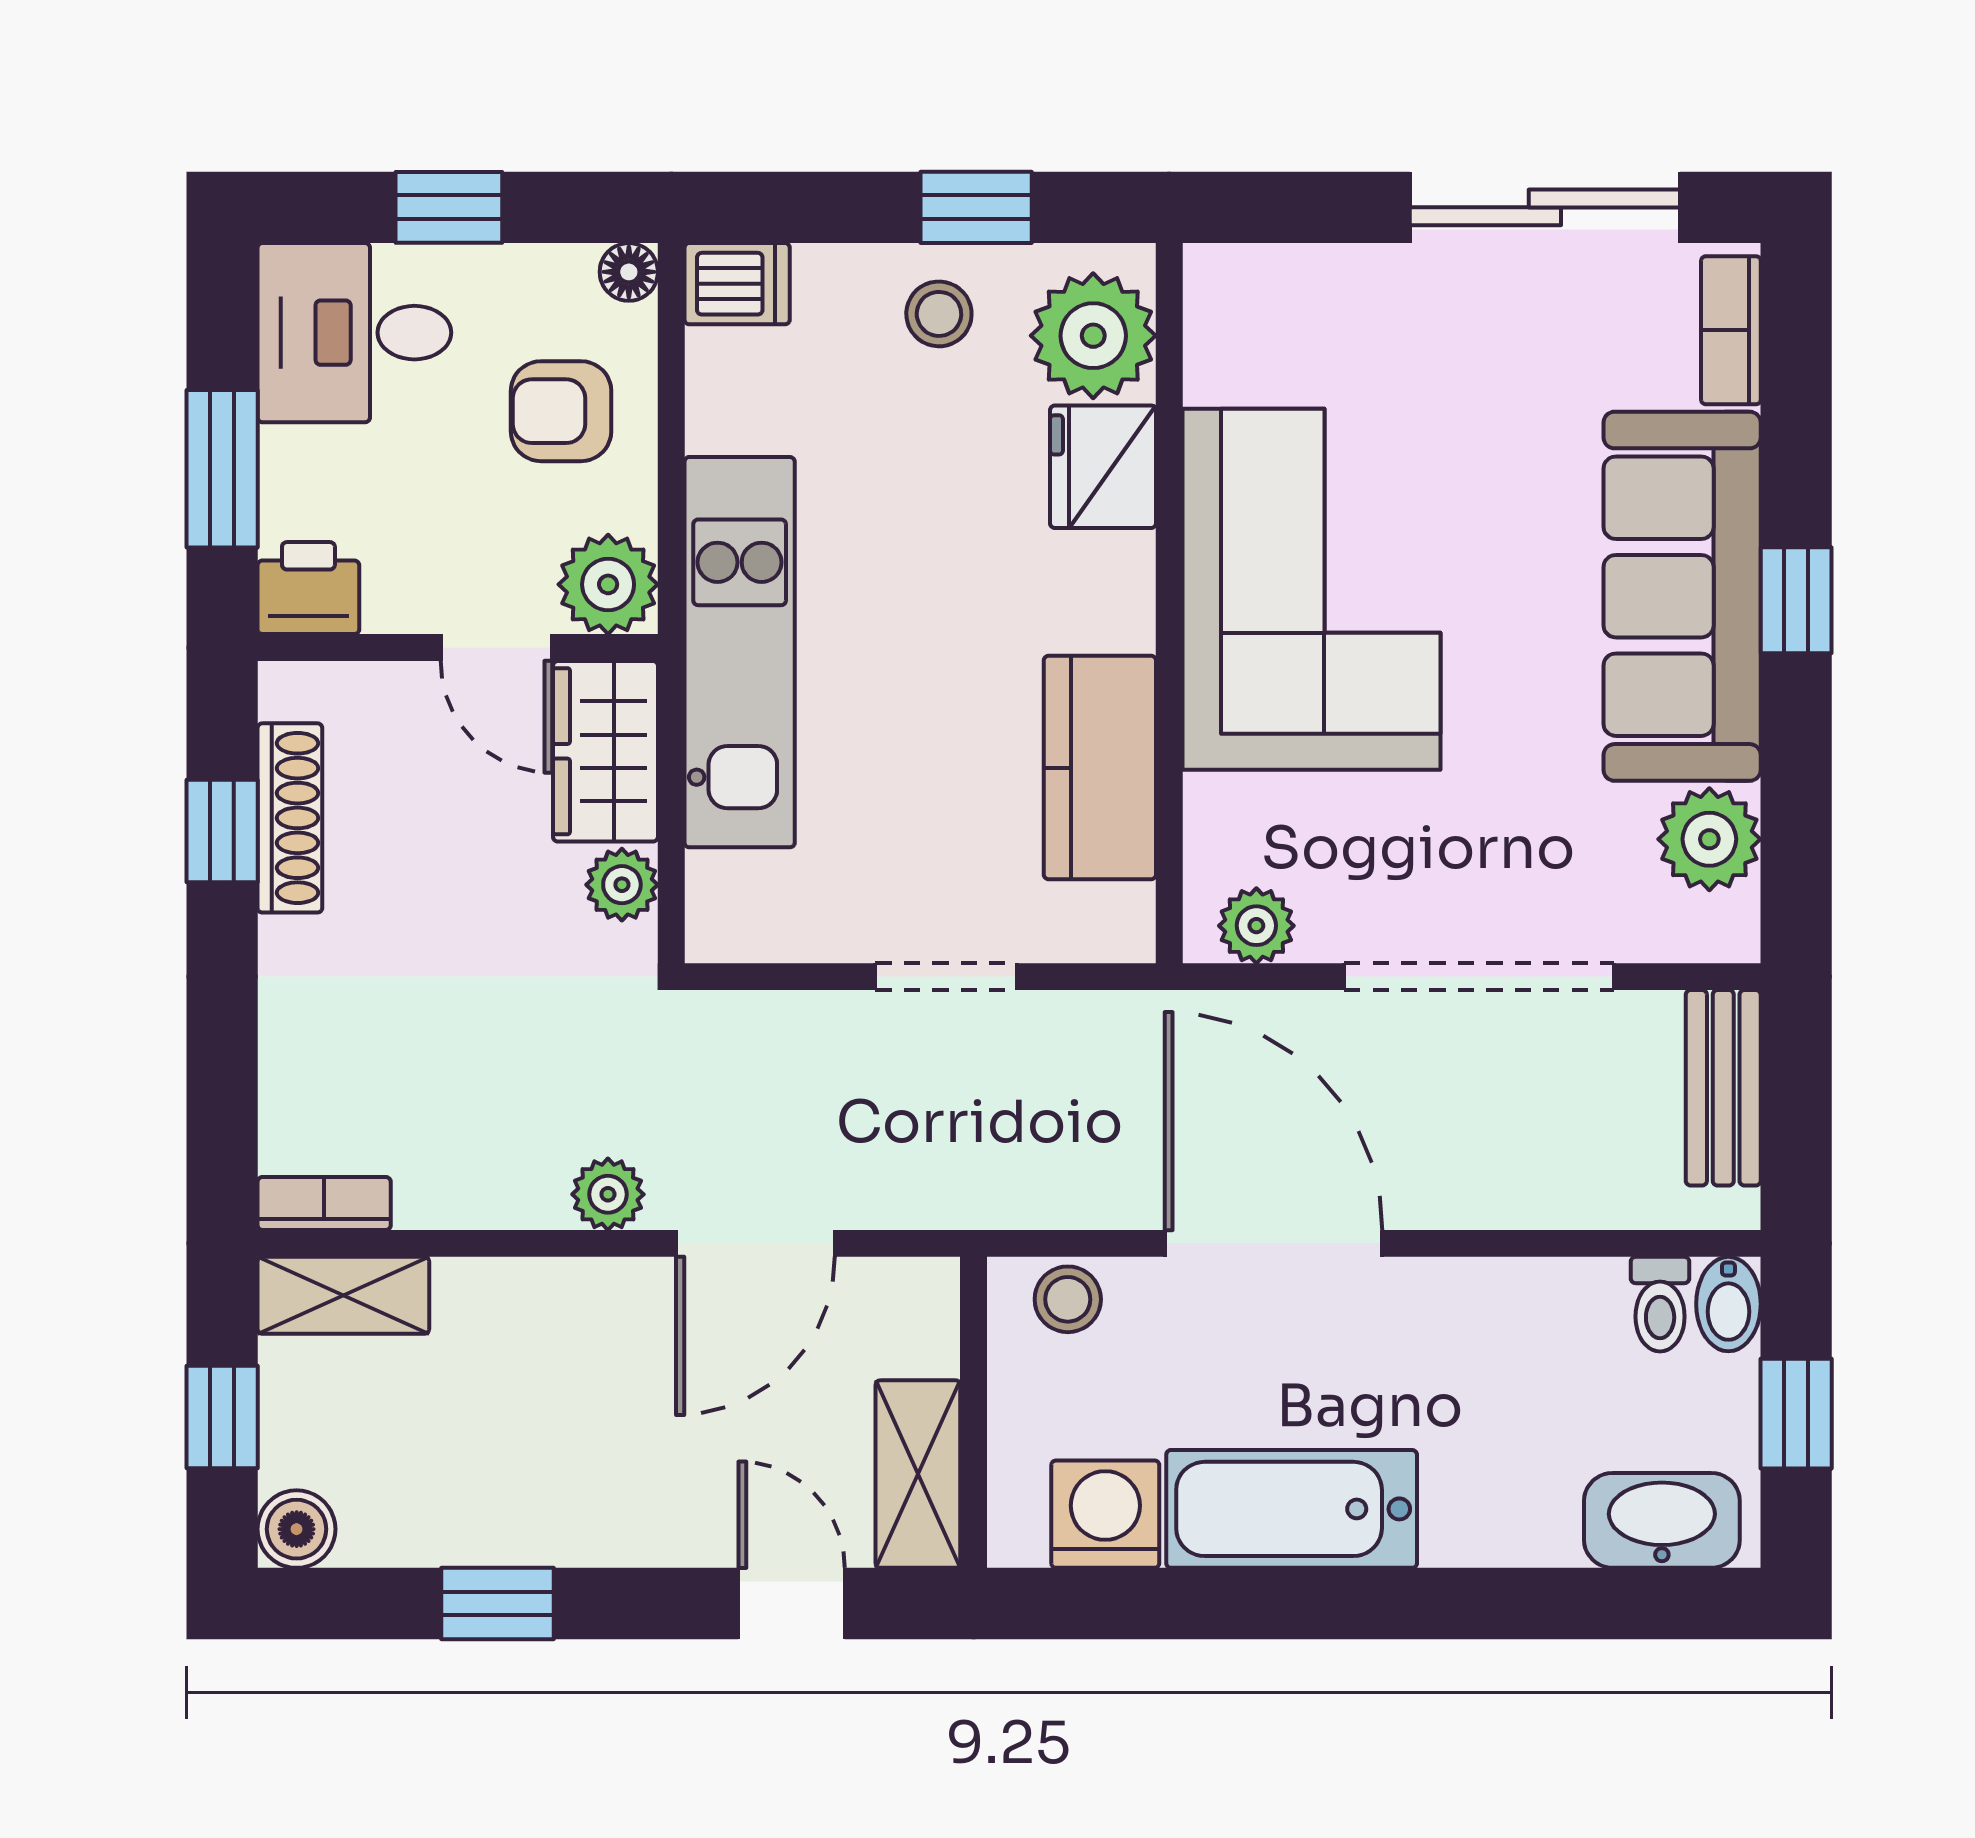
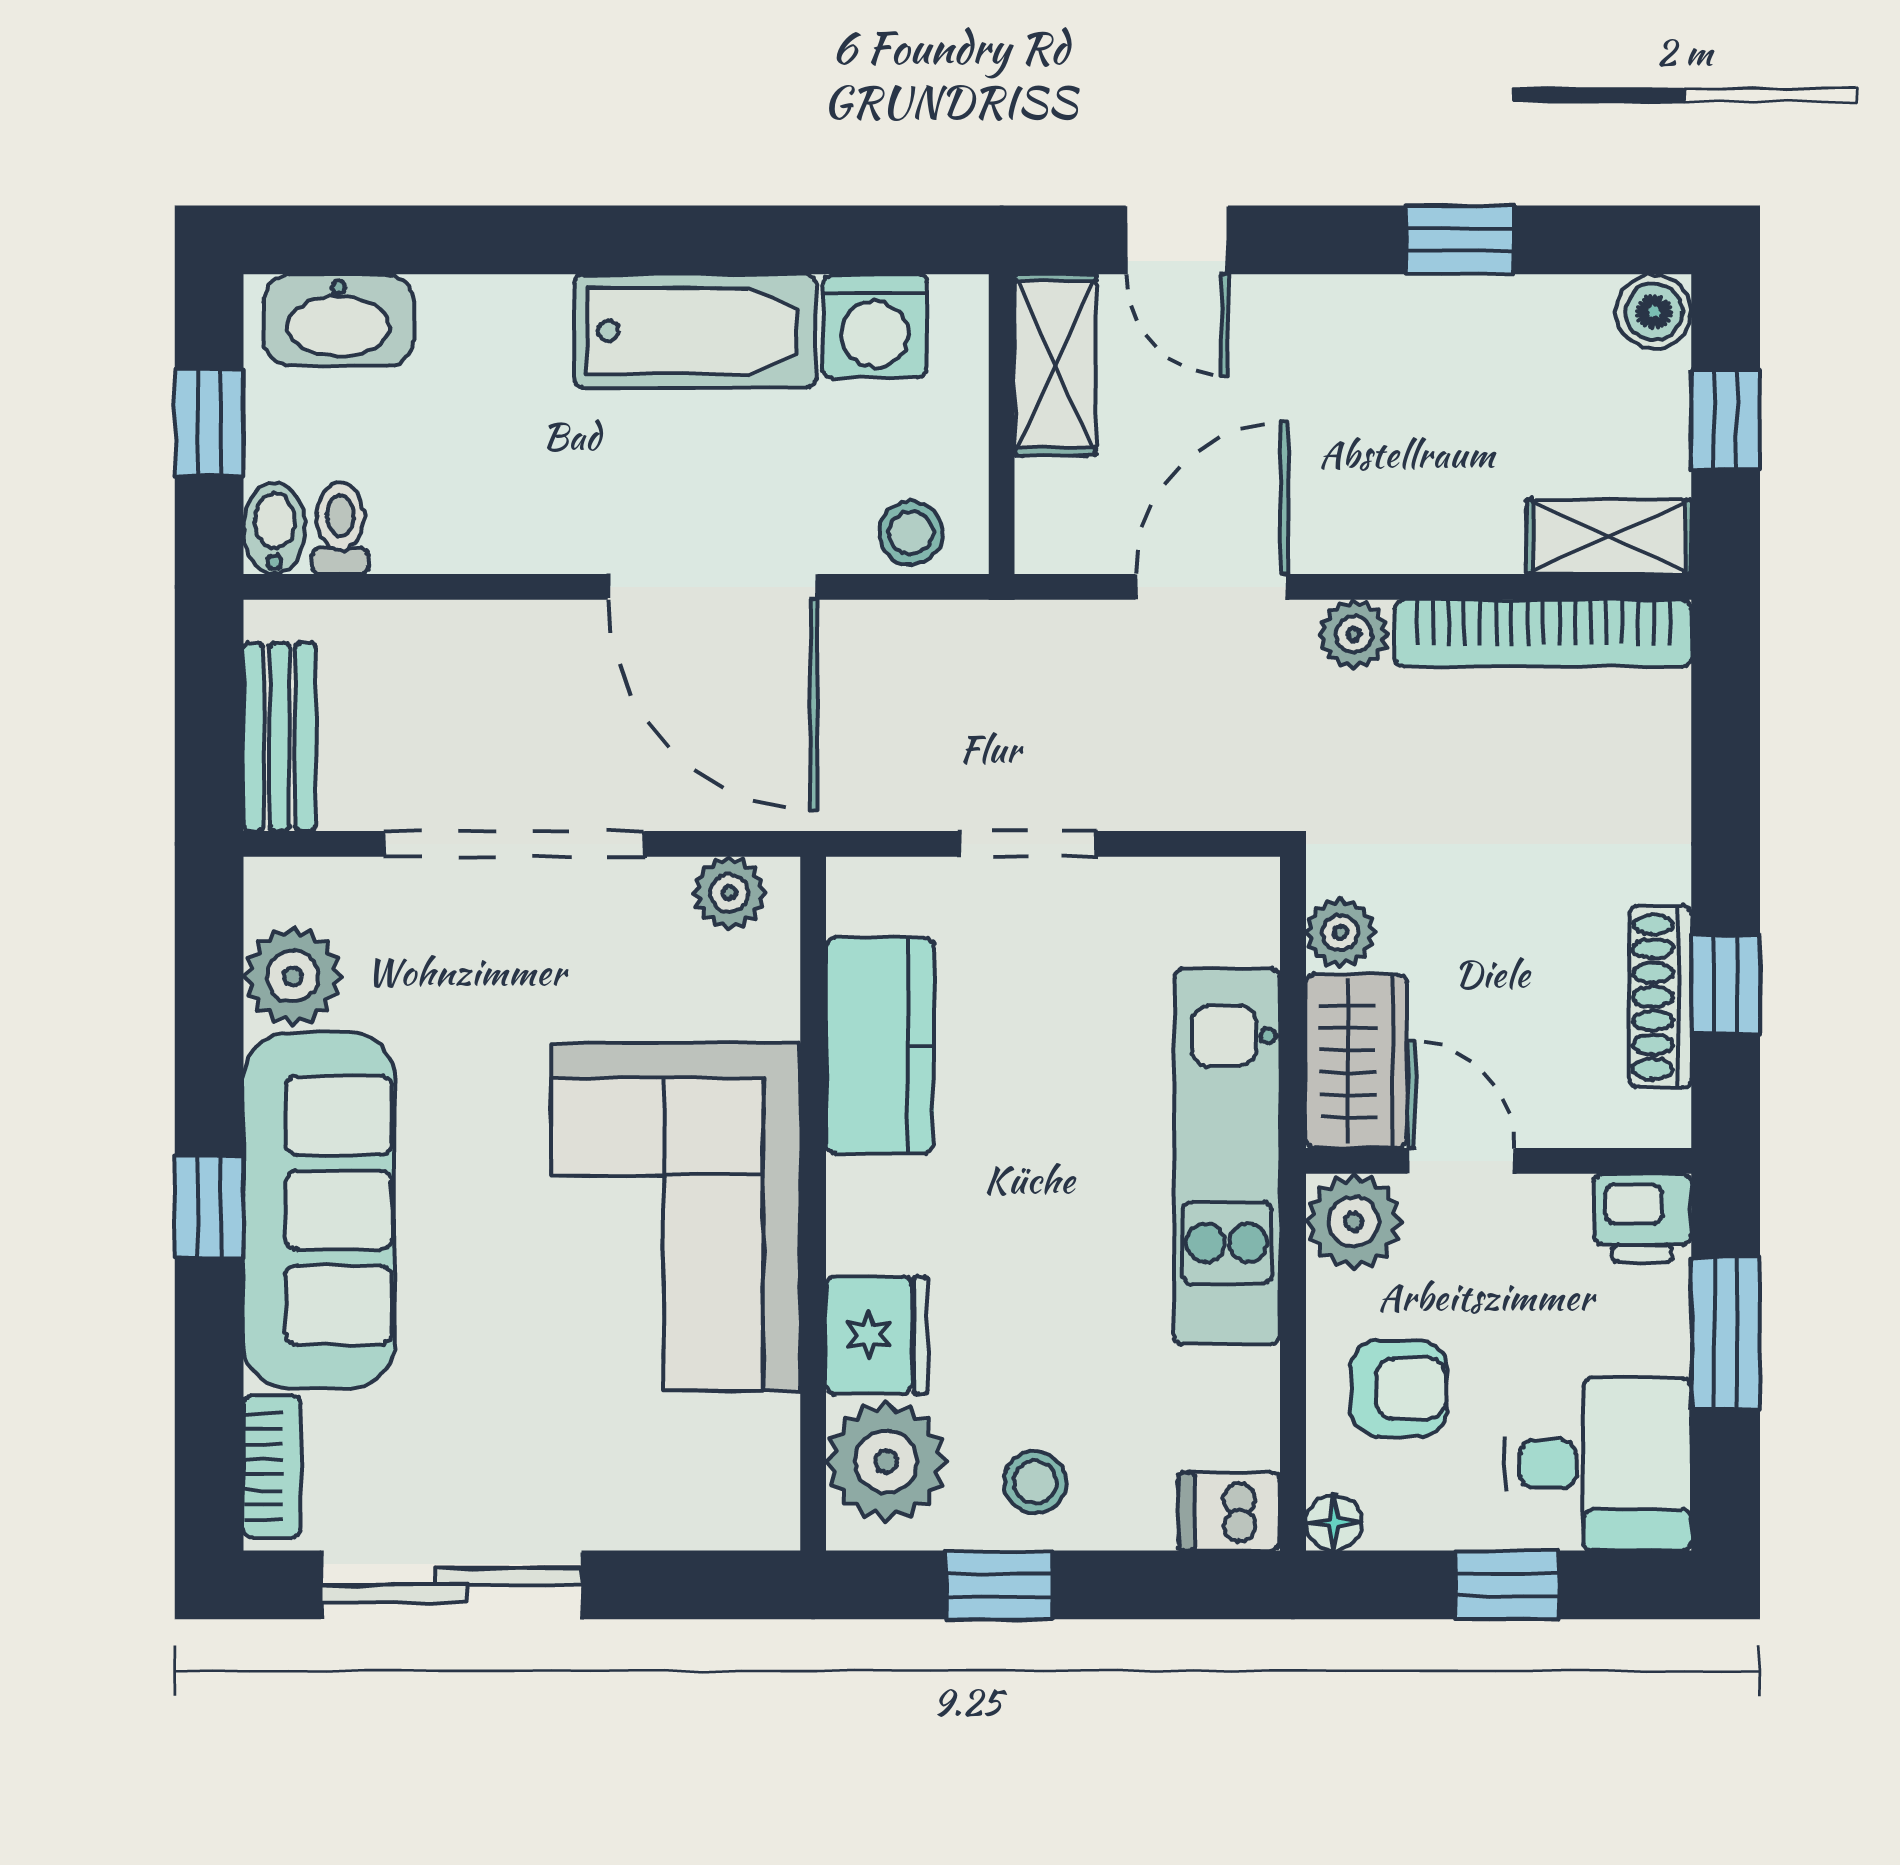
bookcase: (324, 1203) -> (1543, 633), width x2.31, depth x1.31

